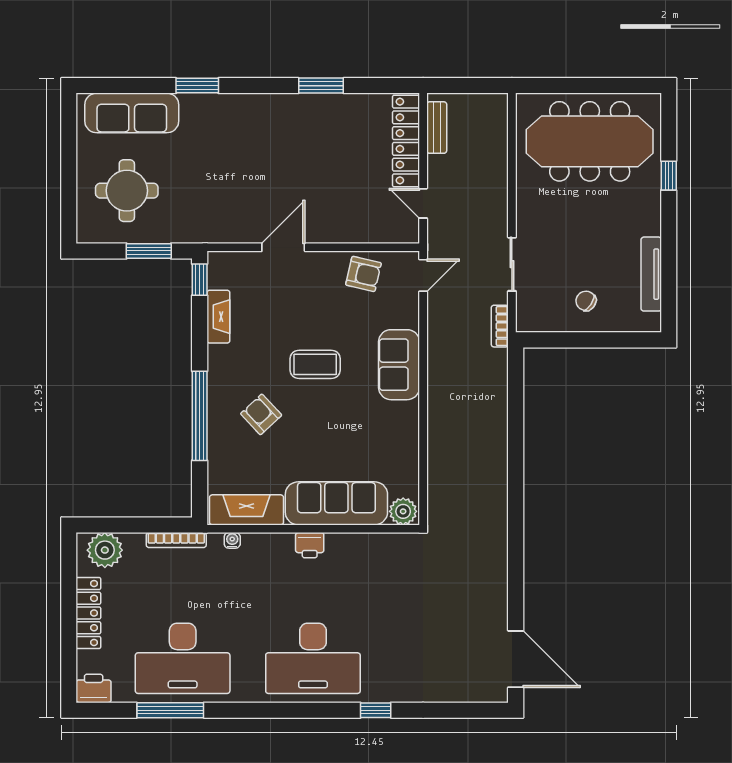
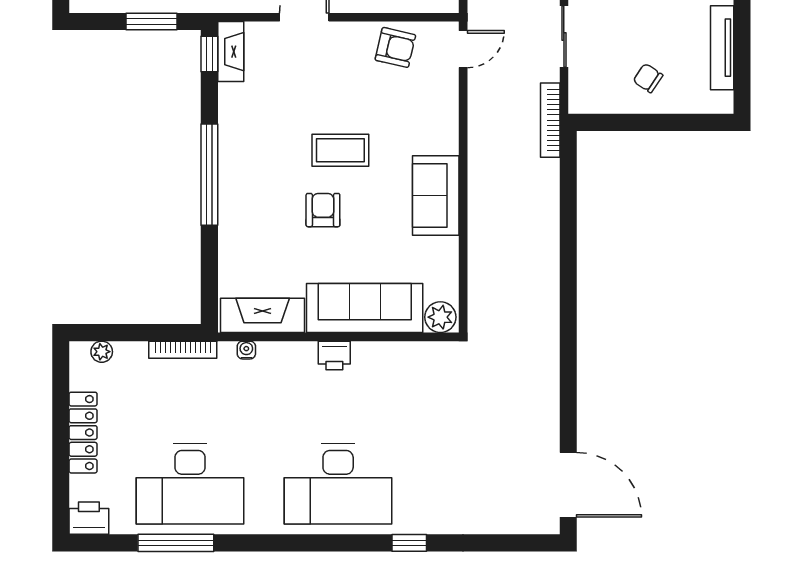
fireplace: (218, 317) -> (231, 52), moved
bookcase: (500, 326) -> (550, 120), width x1.56
sofa: (399, 365) -> (436, 195), moved
armchair: (261, 414) -> (323, 210), moved, turned 43
window: (200, 416) -> (209, 175), moved
plant: (105, 550) -> (102, 352), width x0.53, depth x0.53

